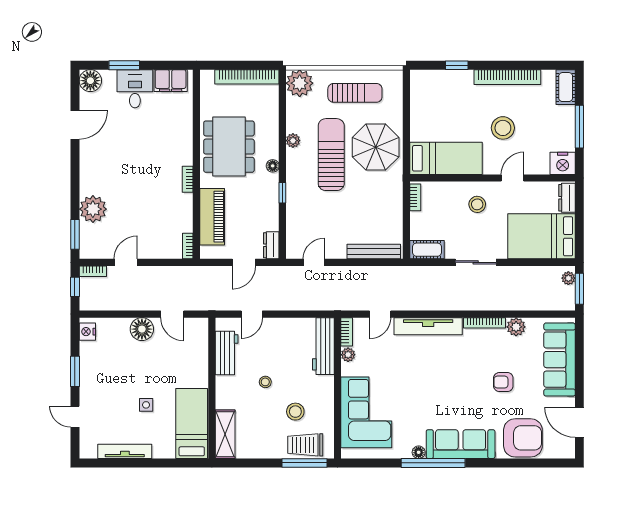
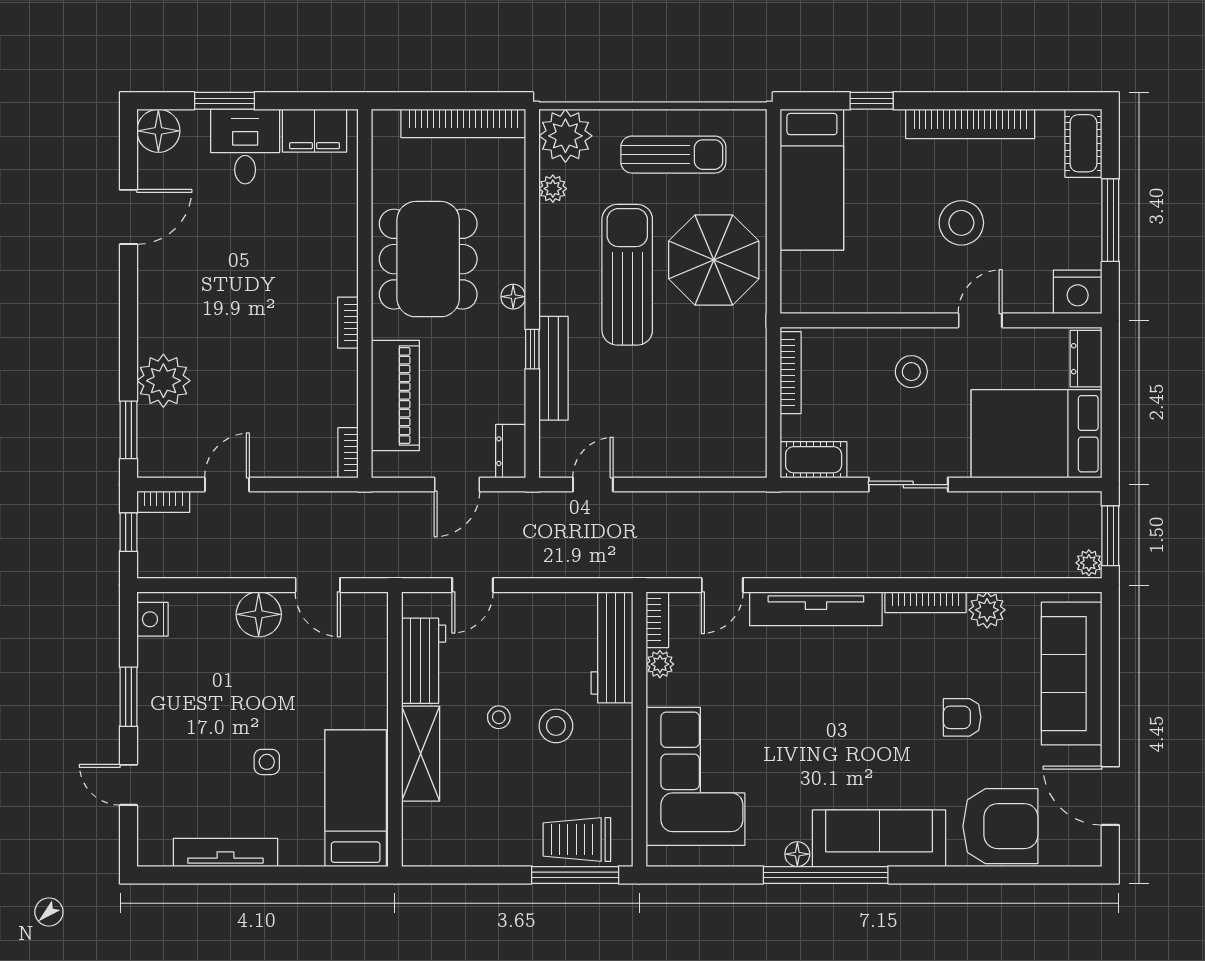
plant: (293, 141) -> (553, 189), moved
bed: (446, 158) -> (812, 180), moved, turned 90
bookcase: (415, 197) -> (791, 373), width x1.56
bench: (374, 252) -> (554, 368), moved, turned 90
plant: (568, 278) -> (1089, 563), moved
stool: (295, 412) -> (556, 726), moved
shelving: (225, 434) -> (421, 754), moved

